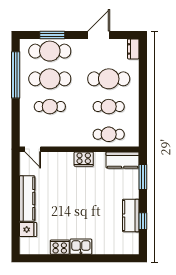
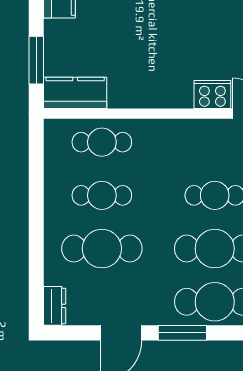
window: (52, 35) -> (182, 333), moved
cooker: (84, 159) -> (212, 95), moved

